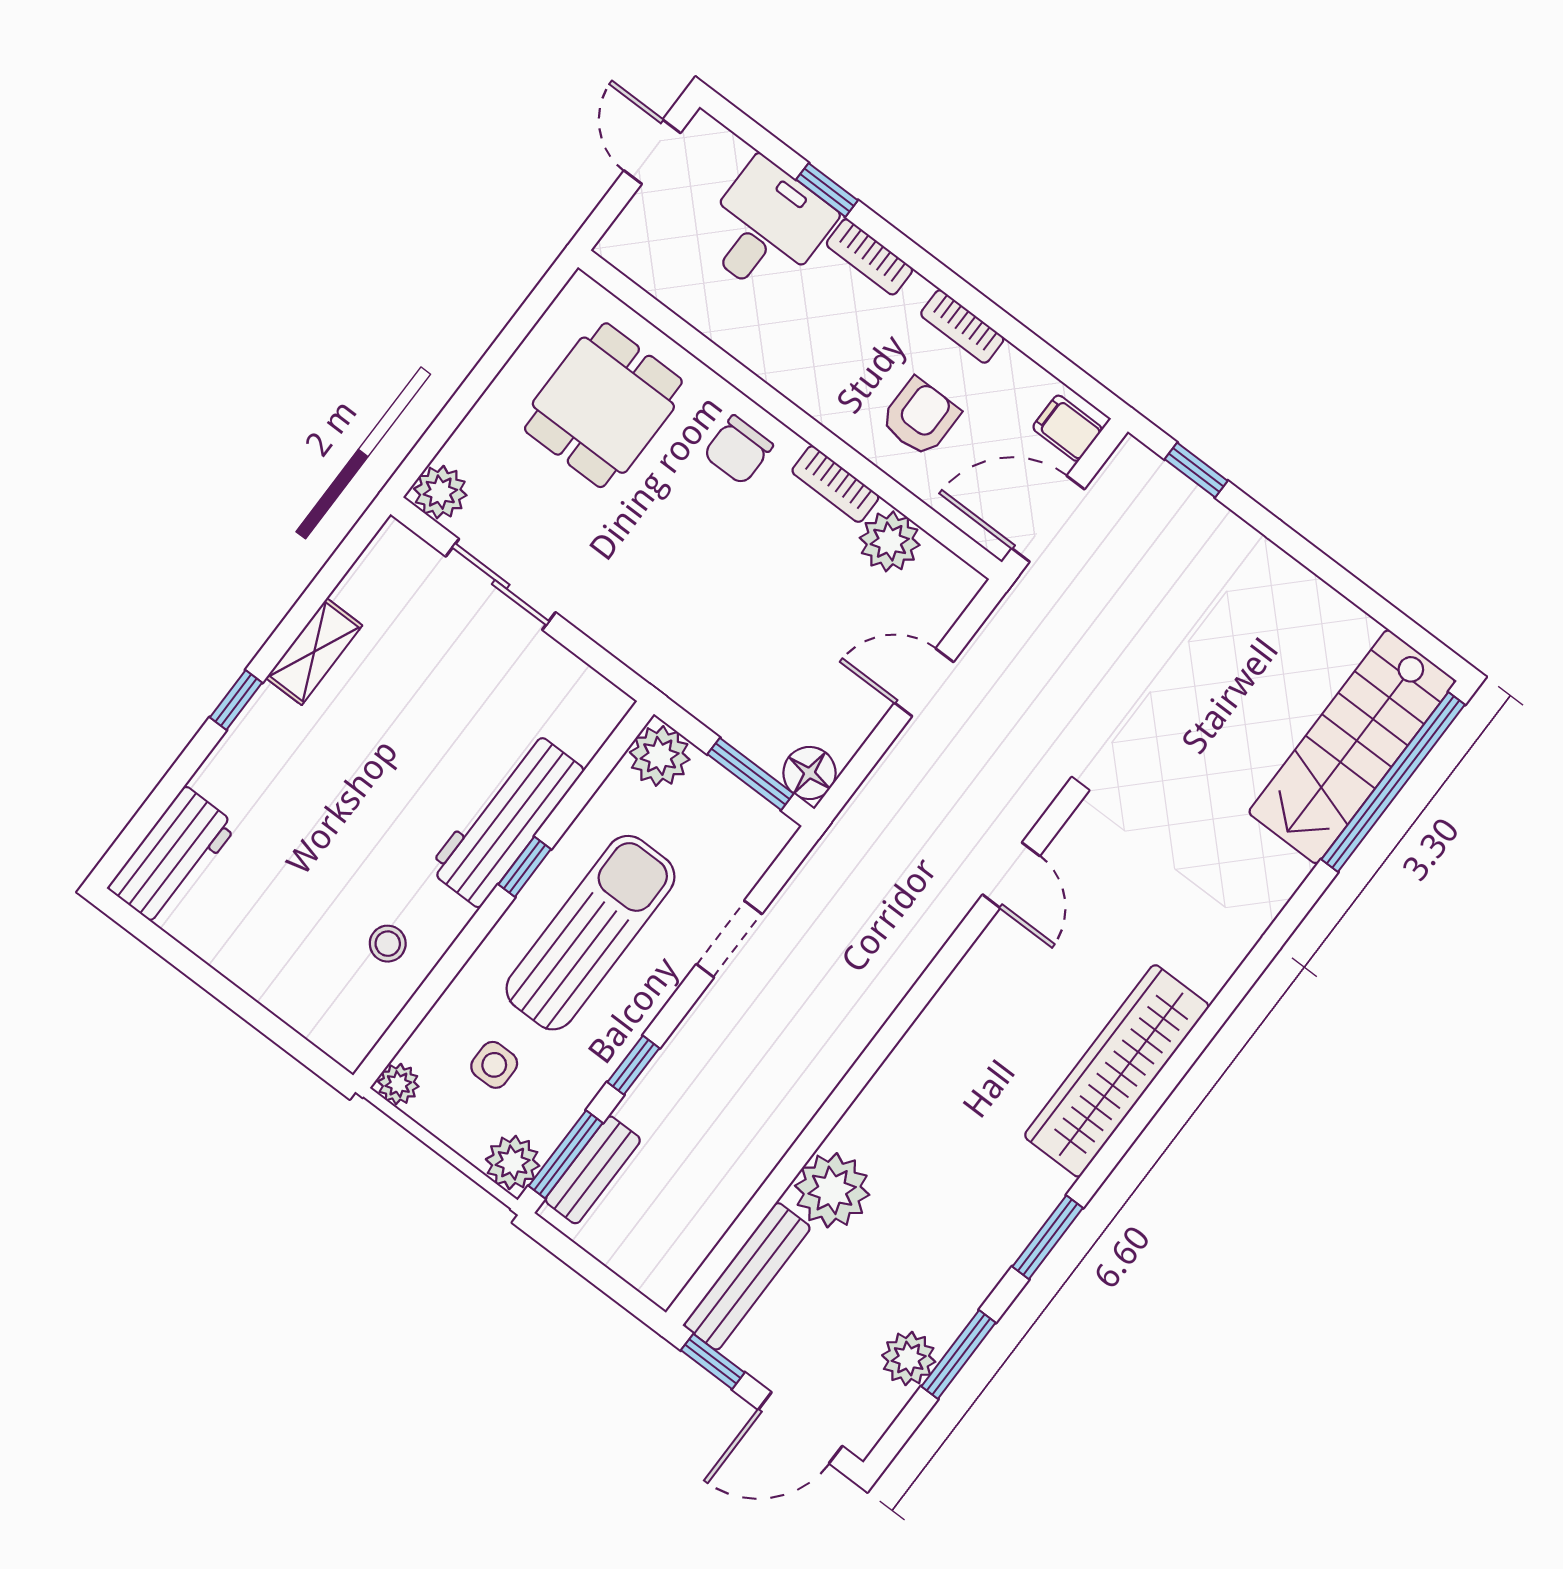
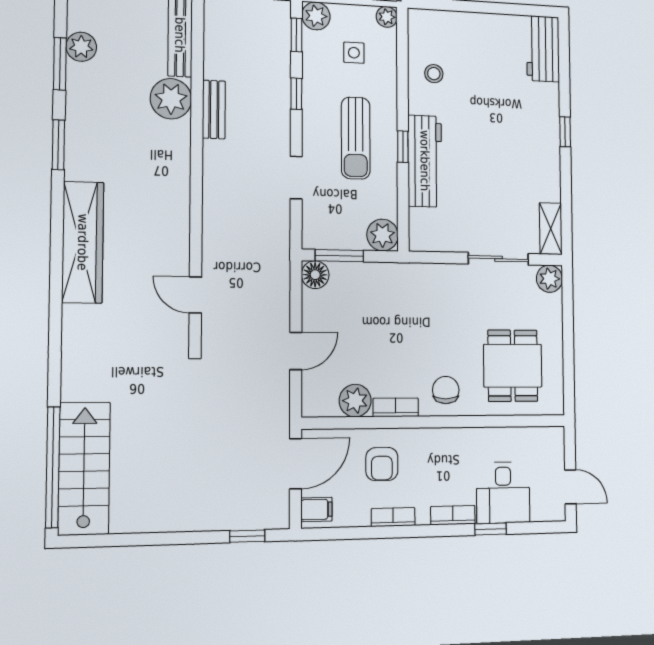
shelving: (314, 652) -> (551, 229), moved
sun lounger: (590, 933) -> (356, 138), width x0.73, depth x0.75
window: (566, 1154) -> (296, 35), width x0.67
bench: (593, 1170) -> (214, 110), moved

